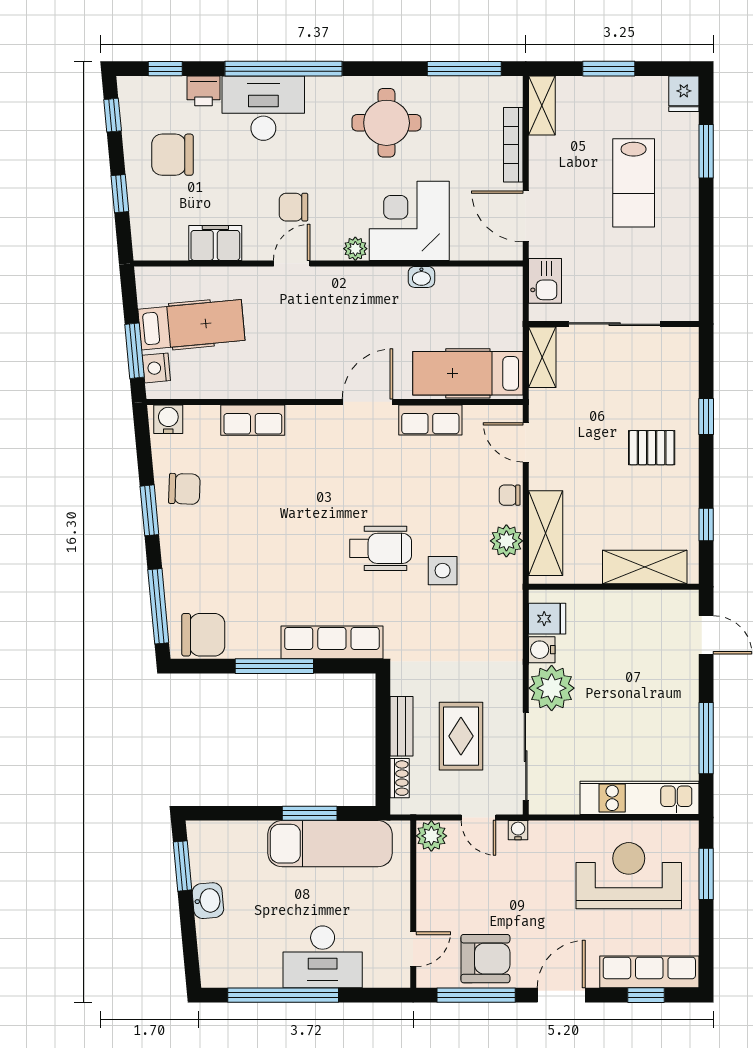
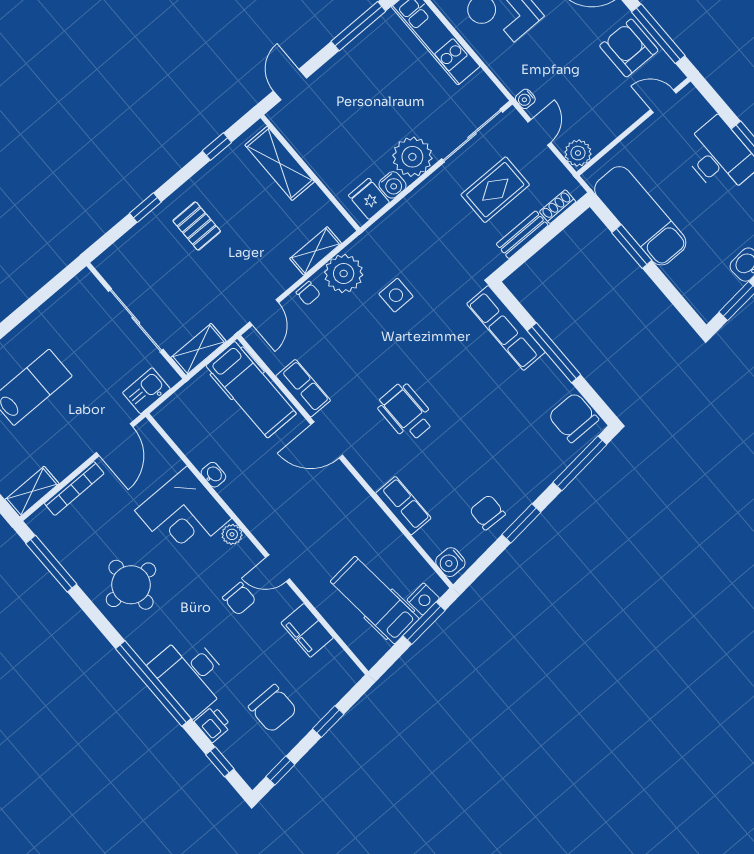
shelving: (546, 533) -> (315, 251), width x0.67, depth x0.75
plant: (506, 541) -> (344, 274), width x1.36, depth x1.36
wheelchair: (381, 548) -> (406, 412), moved

